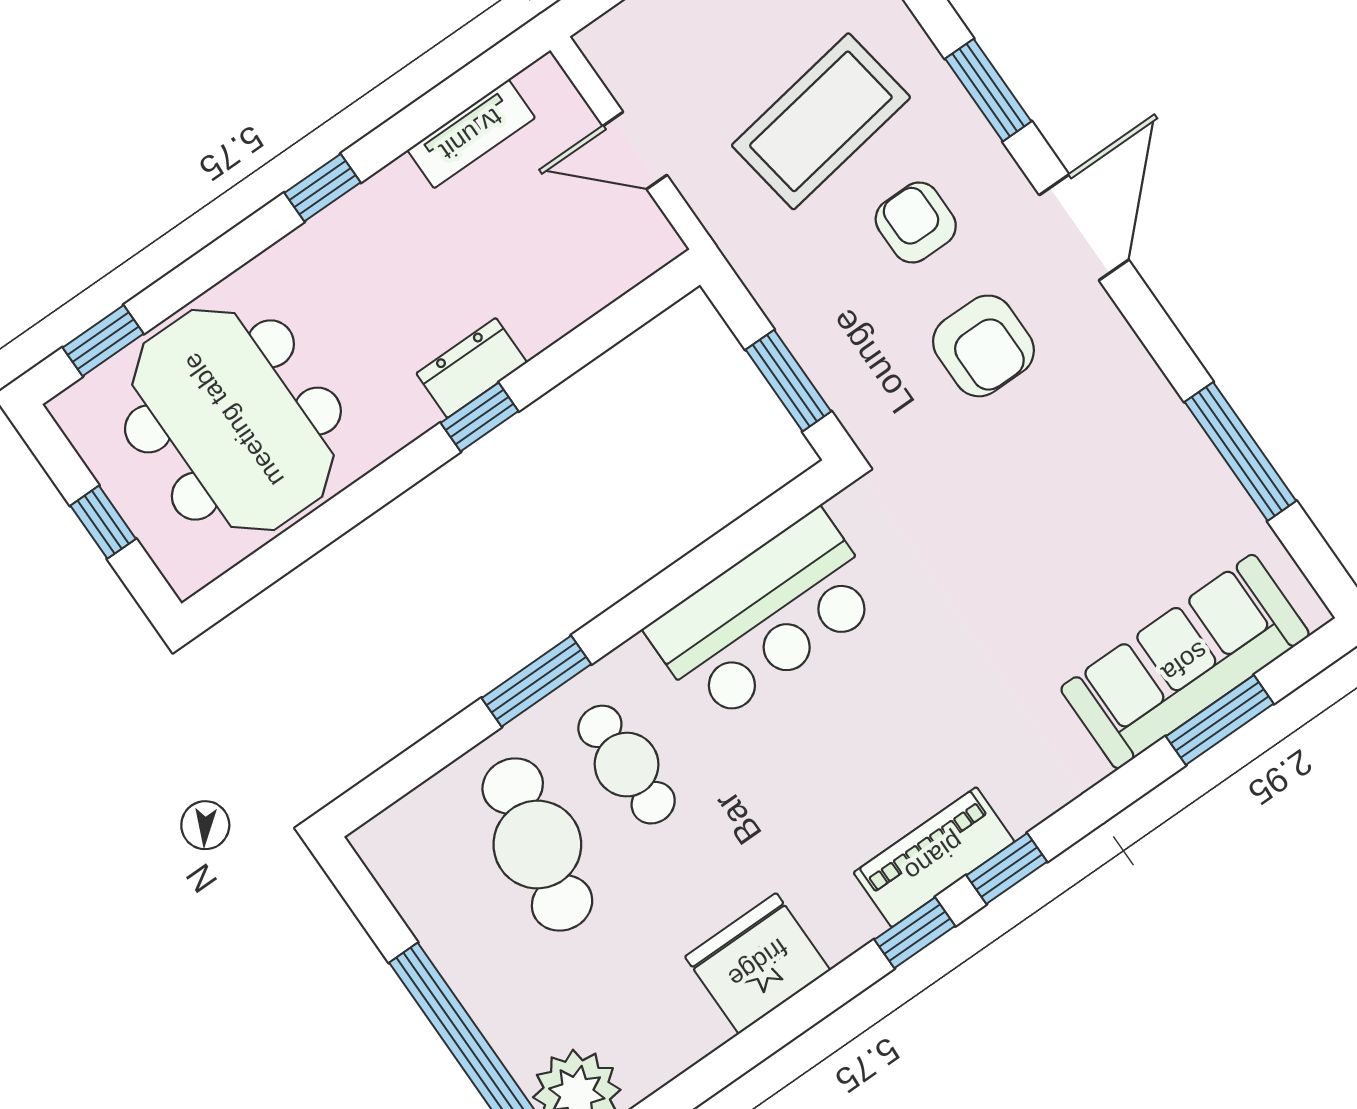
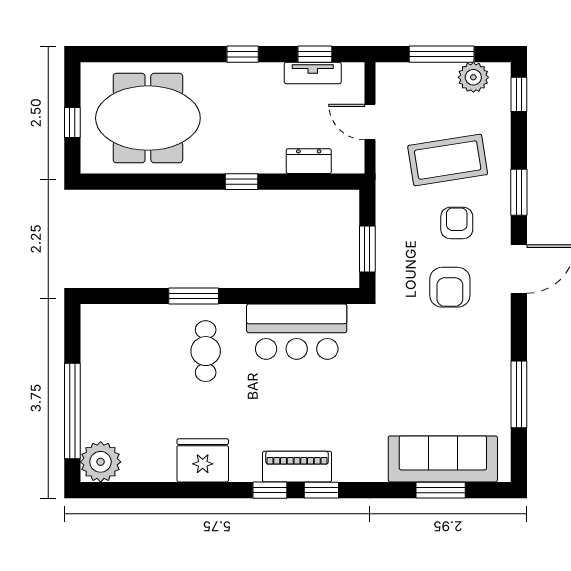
window: (103, 341) -> (315, 54), moved
dresser: (472, 368) -> (309, 161), moved
meeting table: (233, 420) -> (148, 118), turned 90
cafe table: (537, 845) -> (151, 358), removed

